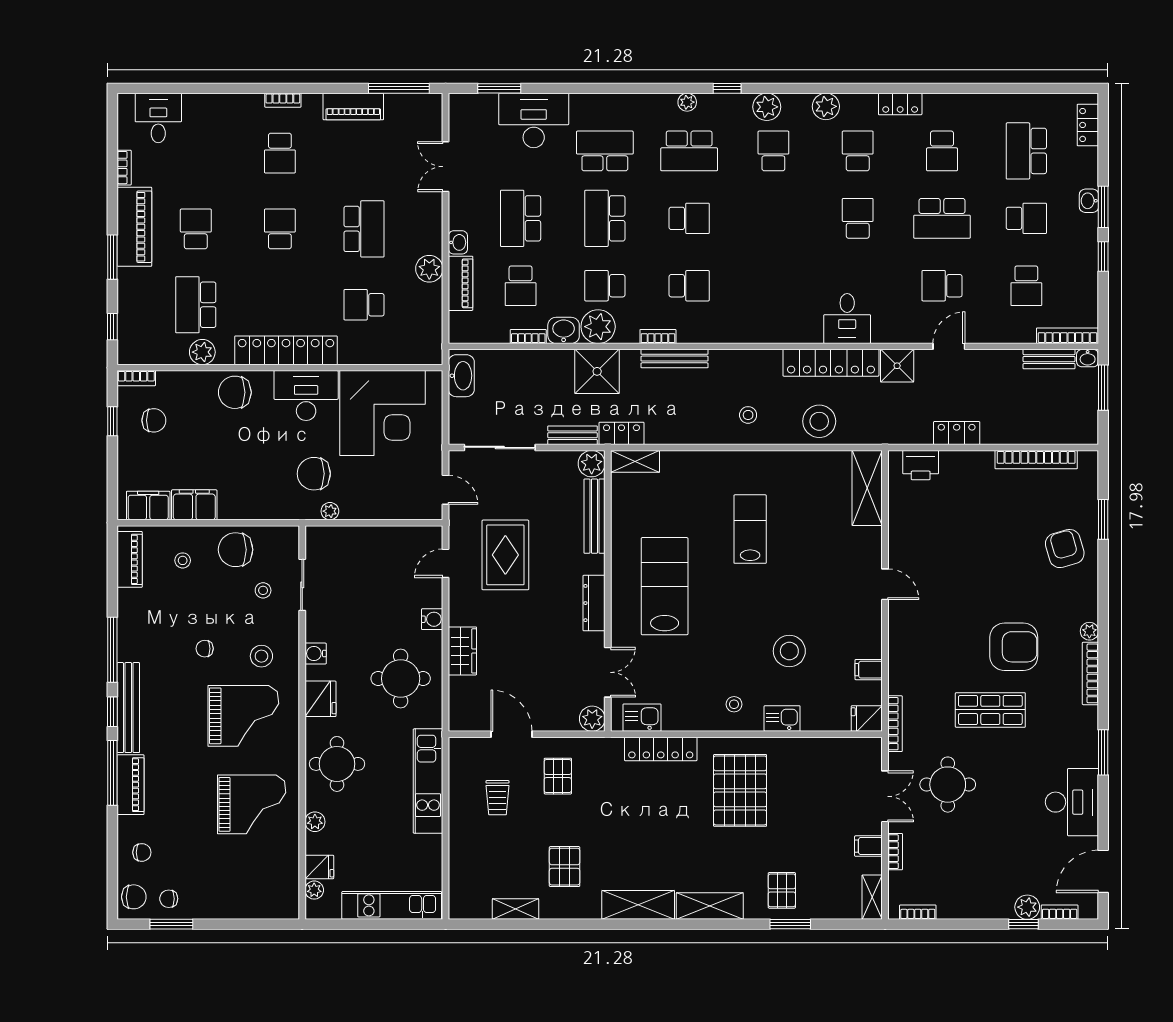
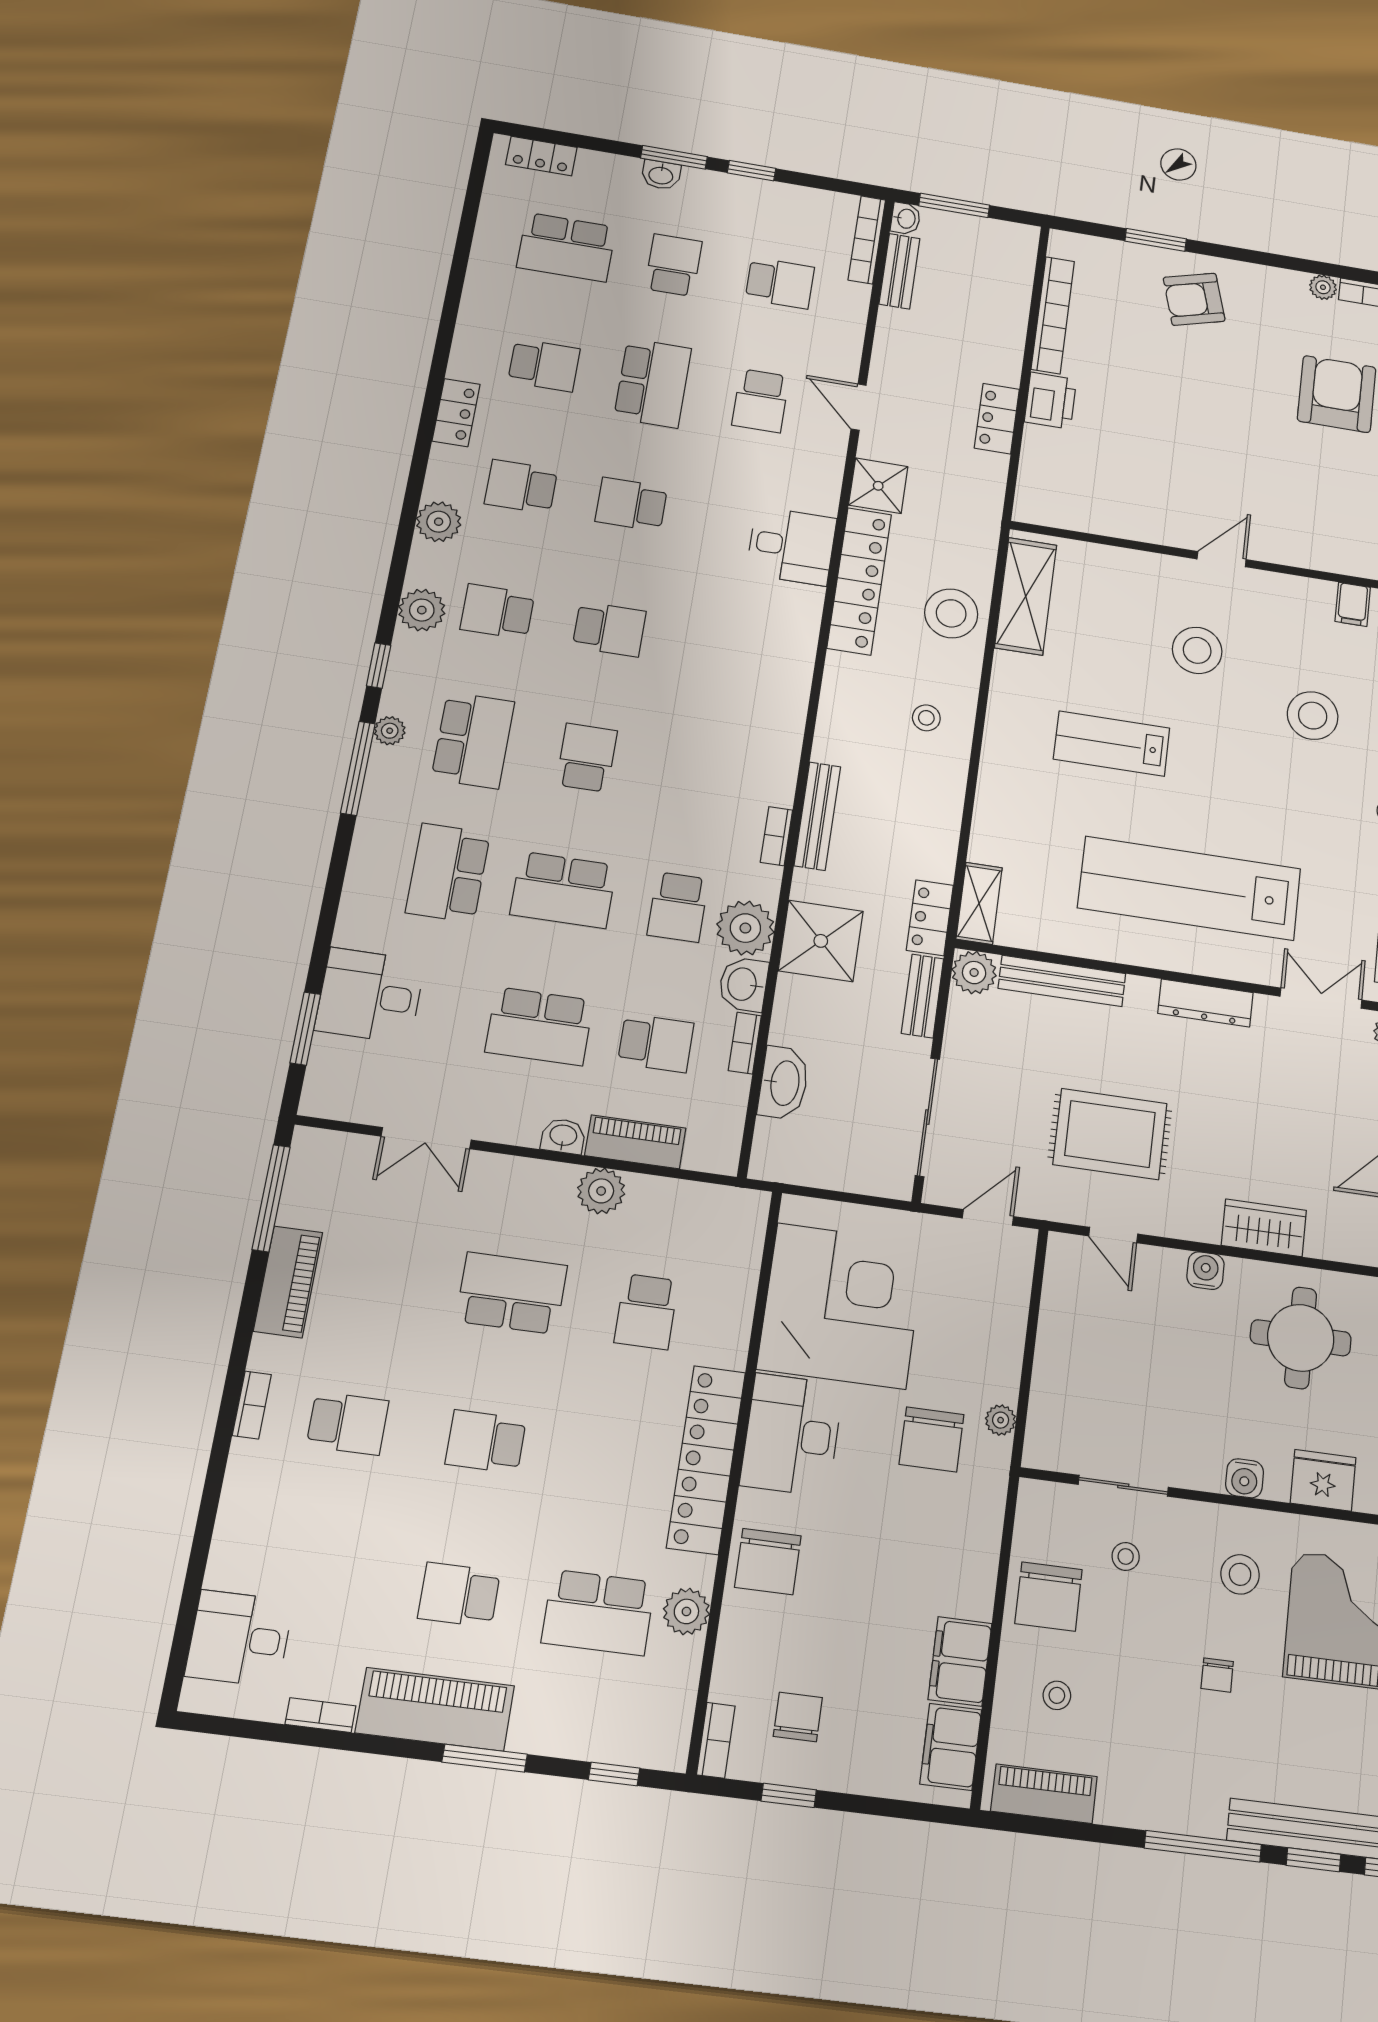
window: (661, 88) -> (358, 768), added
desk: (534, 120) -> (370, 995), width x0.73
school desk: (689, 286) -> (609, 629), moved, turned 90
washbasin: (461, 376) -> (784, 1083), moved, turned 90
printer: (921, 465) -> (1050, 401), moved
shelving: (867, 488) -> (1026, 596), moved, turned 90
stool: (821, 575) -> (1197, 650), added
lab bench: (665, 586) -> (1190, 888), width x1.36

